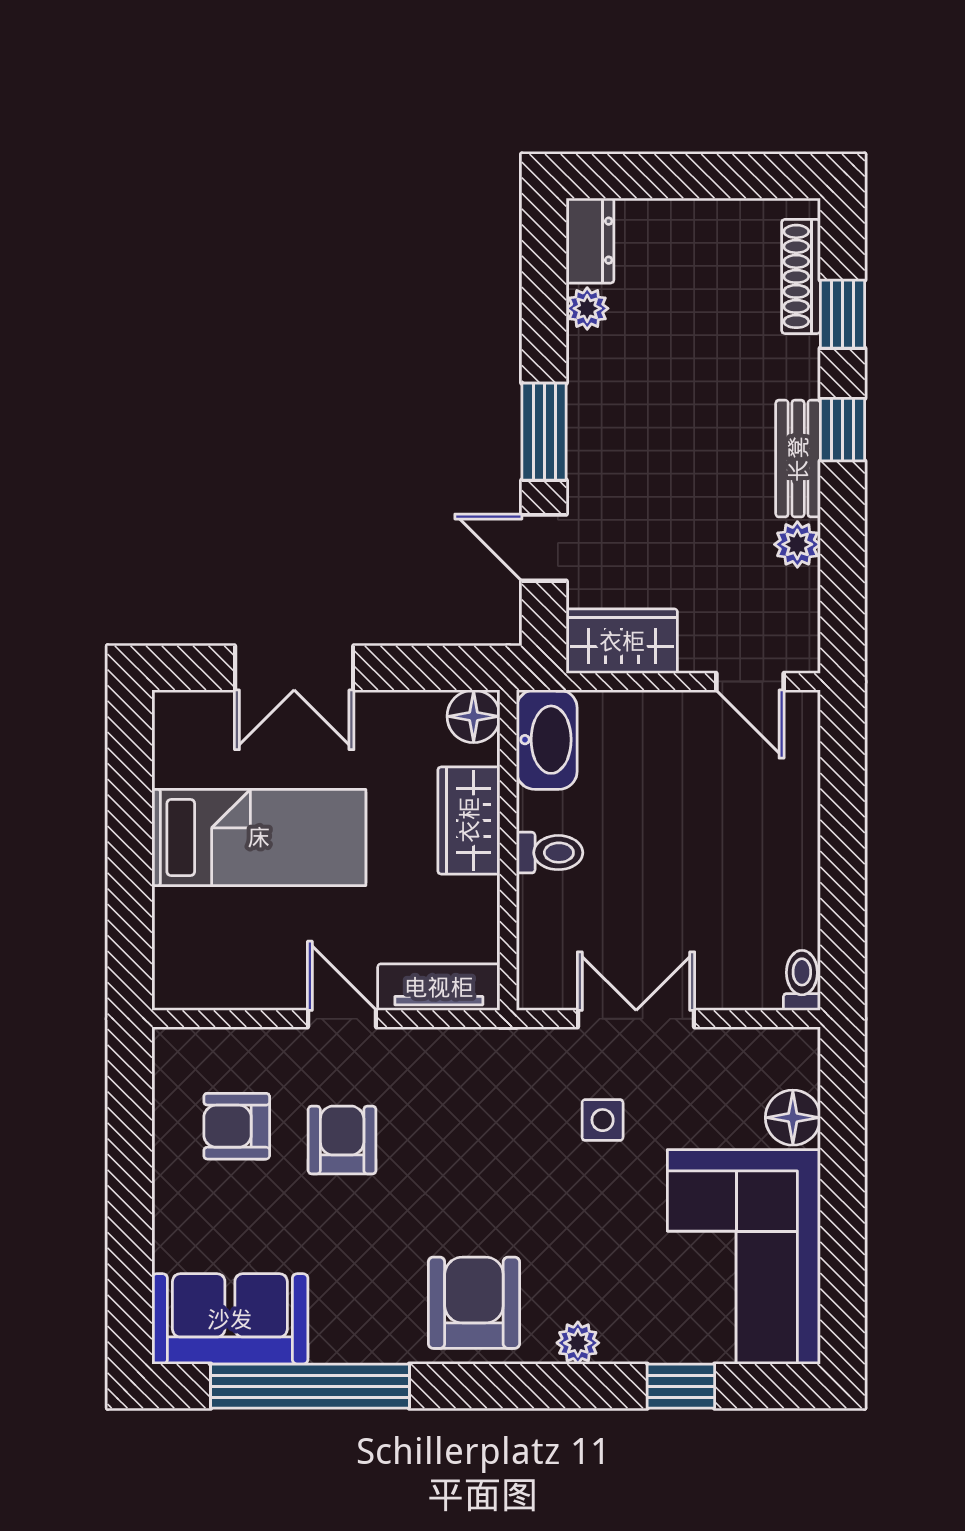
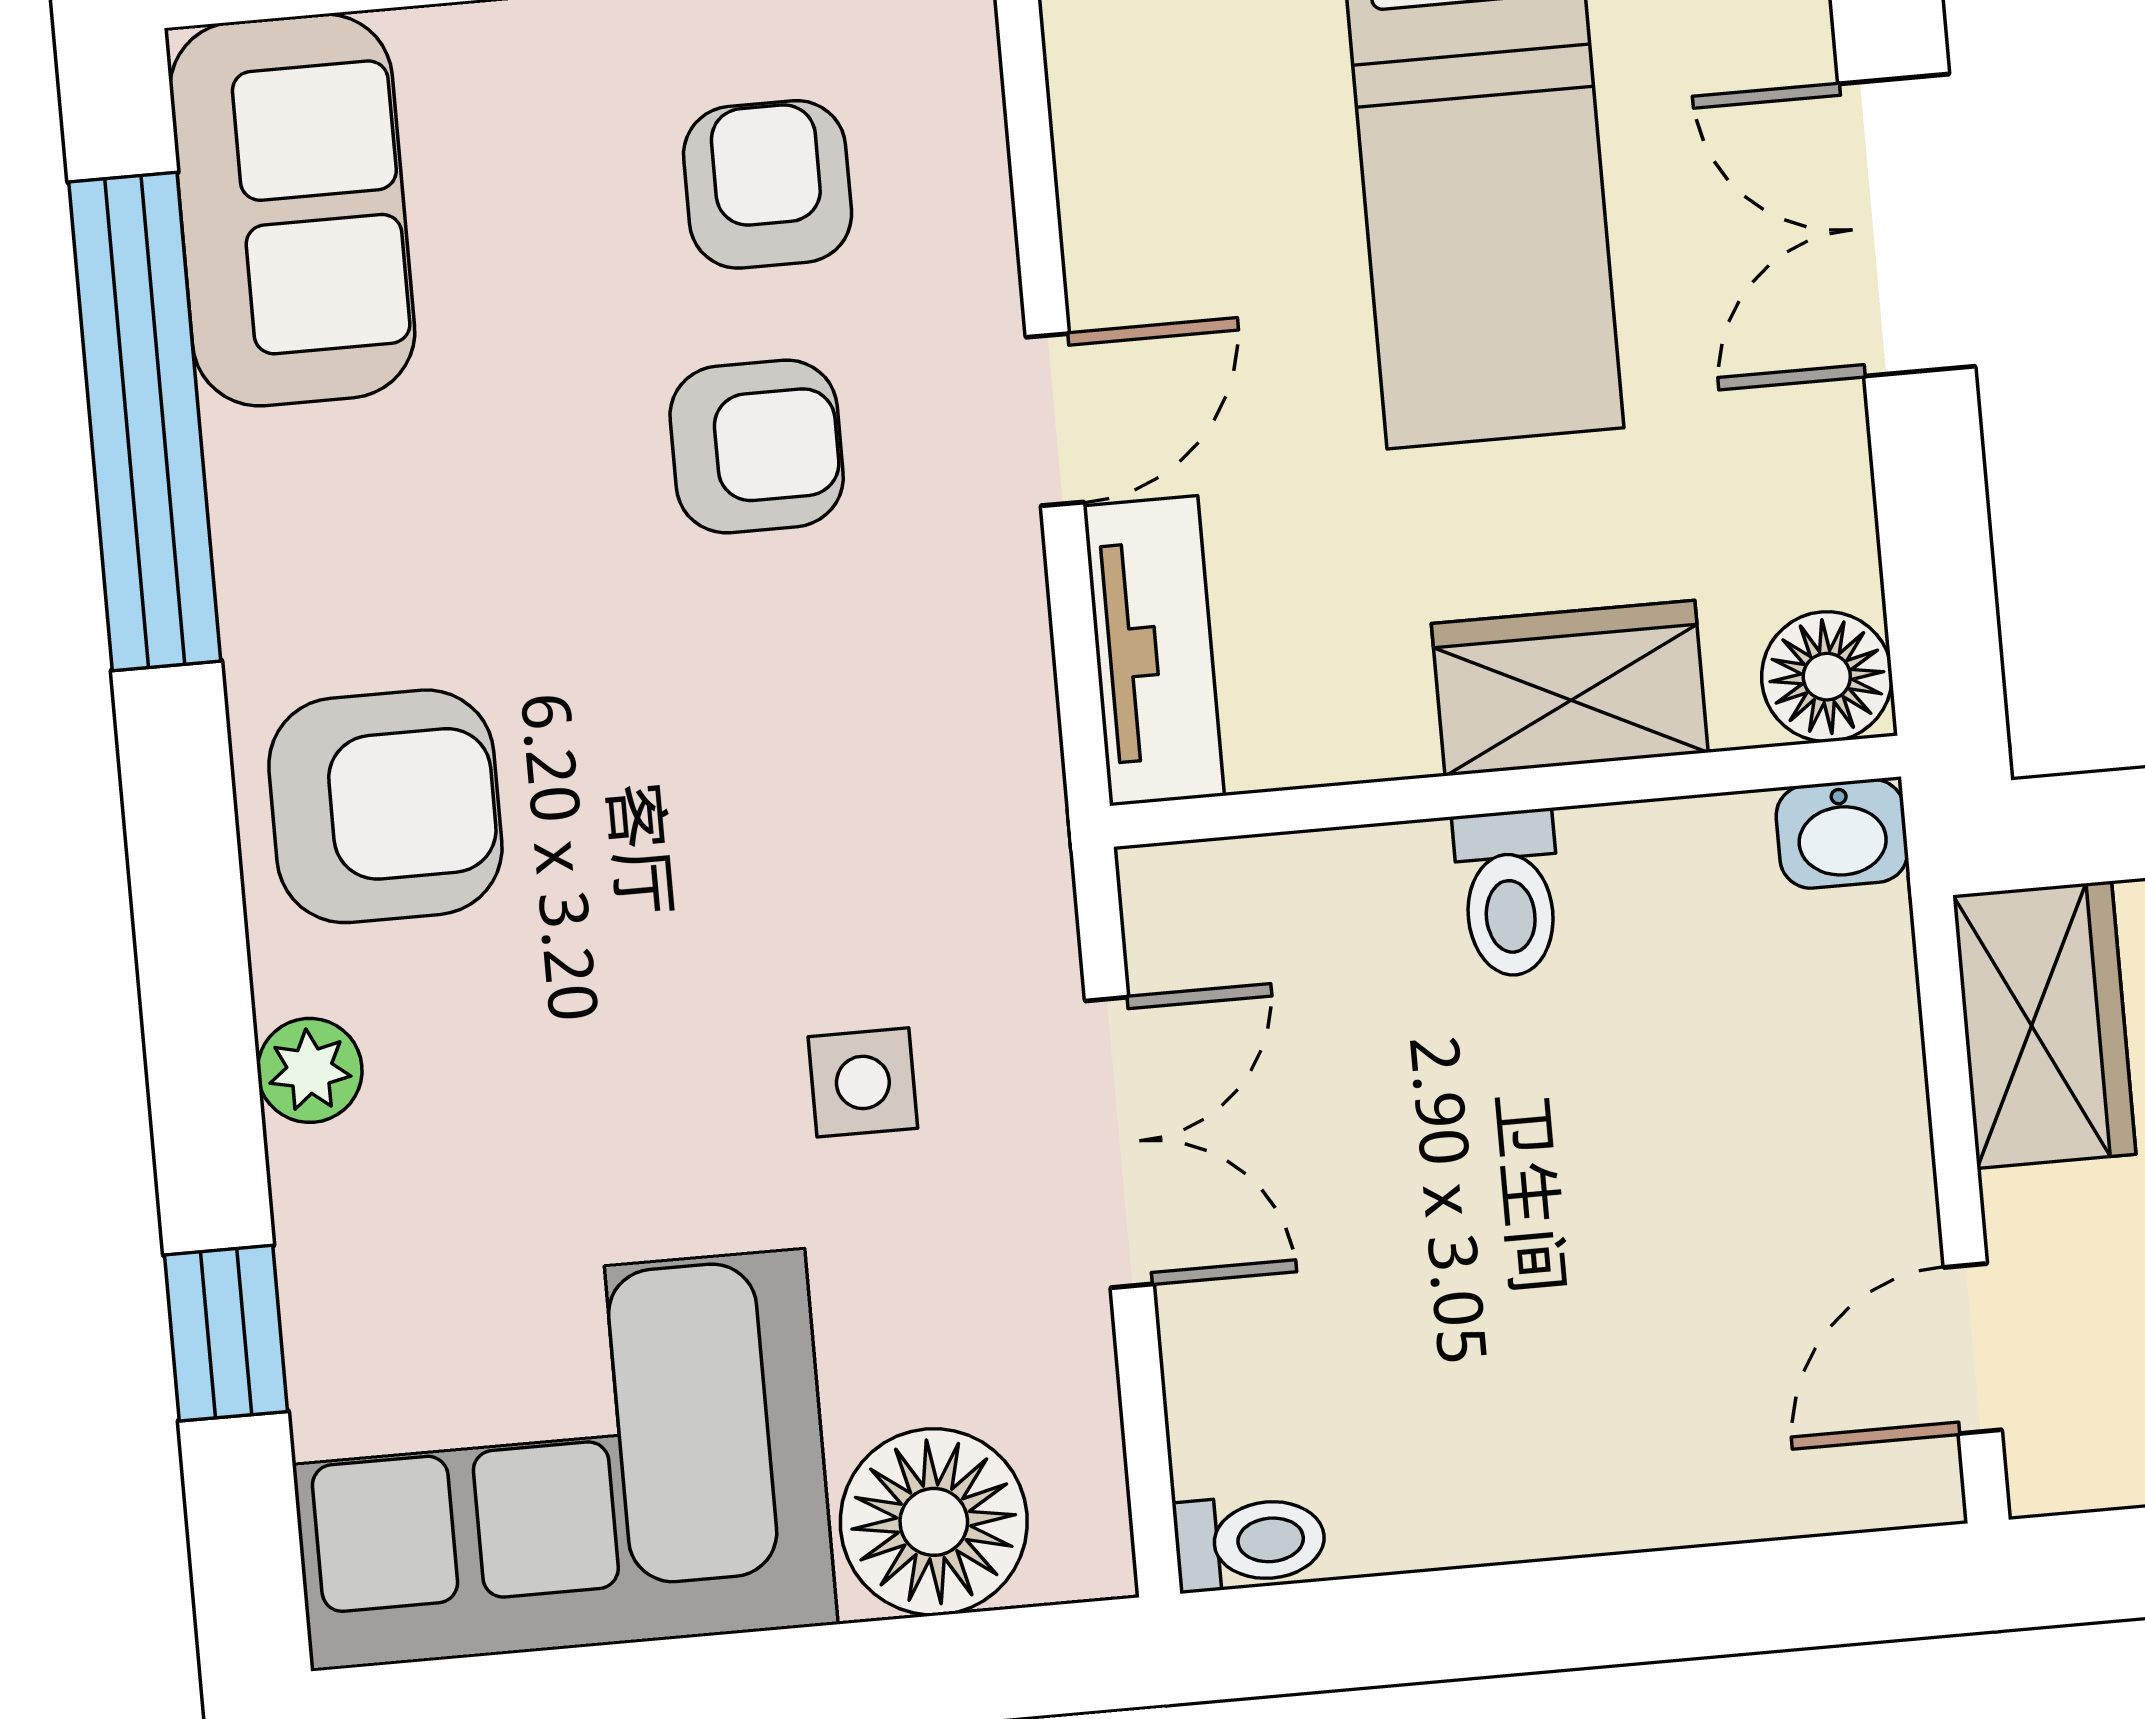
washbasin: (547, 740) -> (1842, 834), width x0.52, depth x0.69
floor lamp: (793, 1118) -> (934, 1522), width x1.38, depth x1.38

